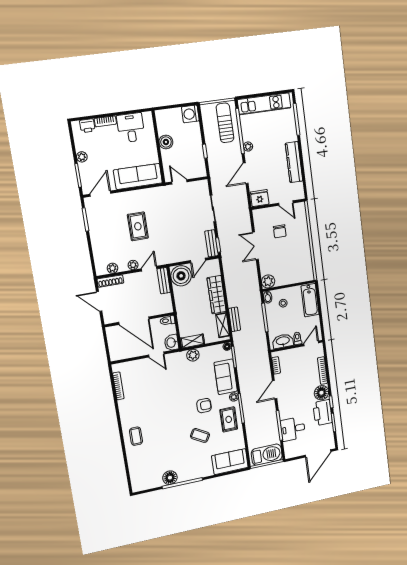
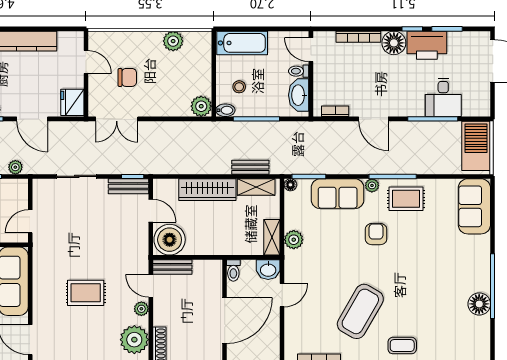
plant: (213, 167) -> (15, 167), added
door: (286, 203) -> (86, 62), hinge flipped
double door: (255, 246) -> (117, 119), moved
plant: (306, 257) -> (173, 41), added
plant: (113, 268) -> (134, 340), width x1.87, depth x1.87
coffee table: (200, 435) -> (360, 311), moved, width x1.86, depth x1.72

